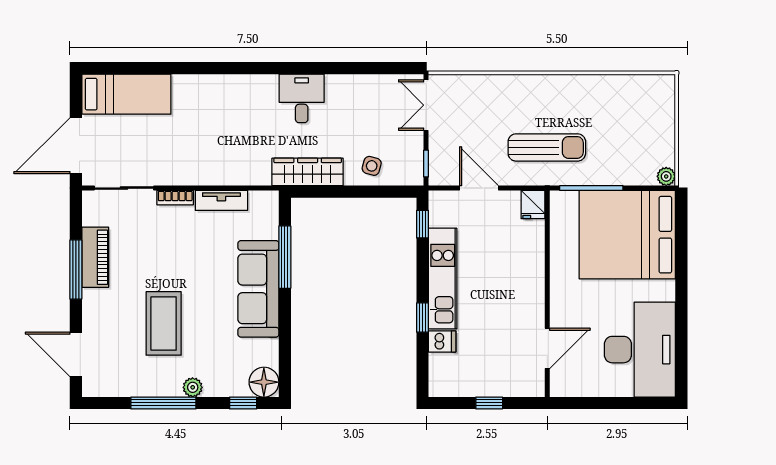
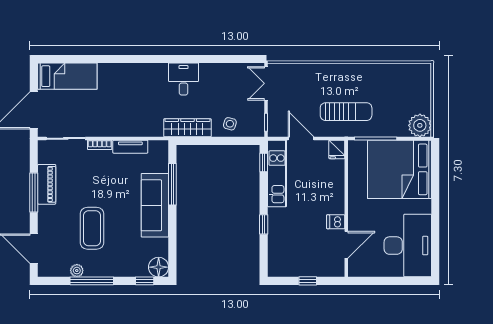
plant: (666, 176) -> (420, 125), width x1.88, depth x1.88
kitchen unit: (443, 279) -> (277, 173), moved
dishwasher: (442, 341) -> (336, 222), moved, turned 180
plant: (193, 387) -> (77, 271), moved

